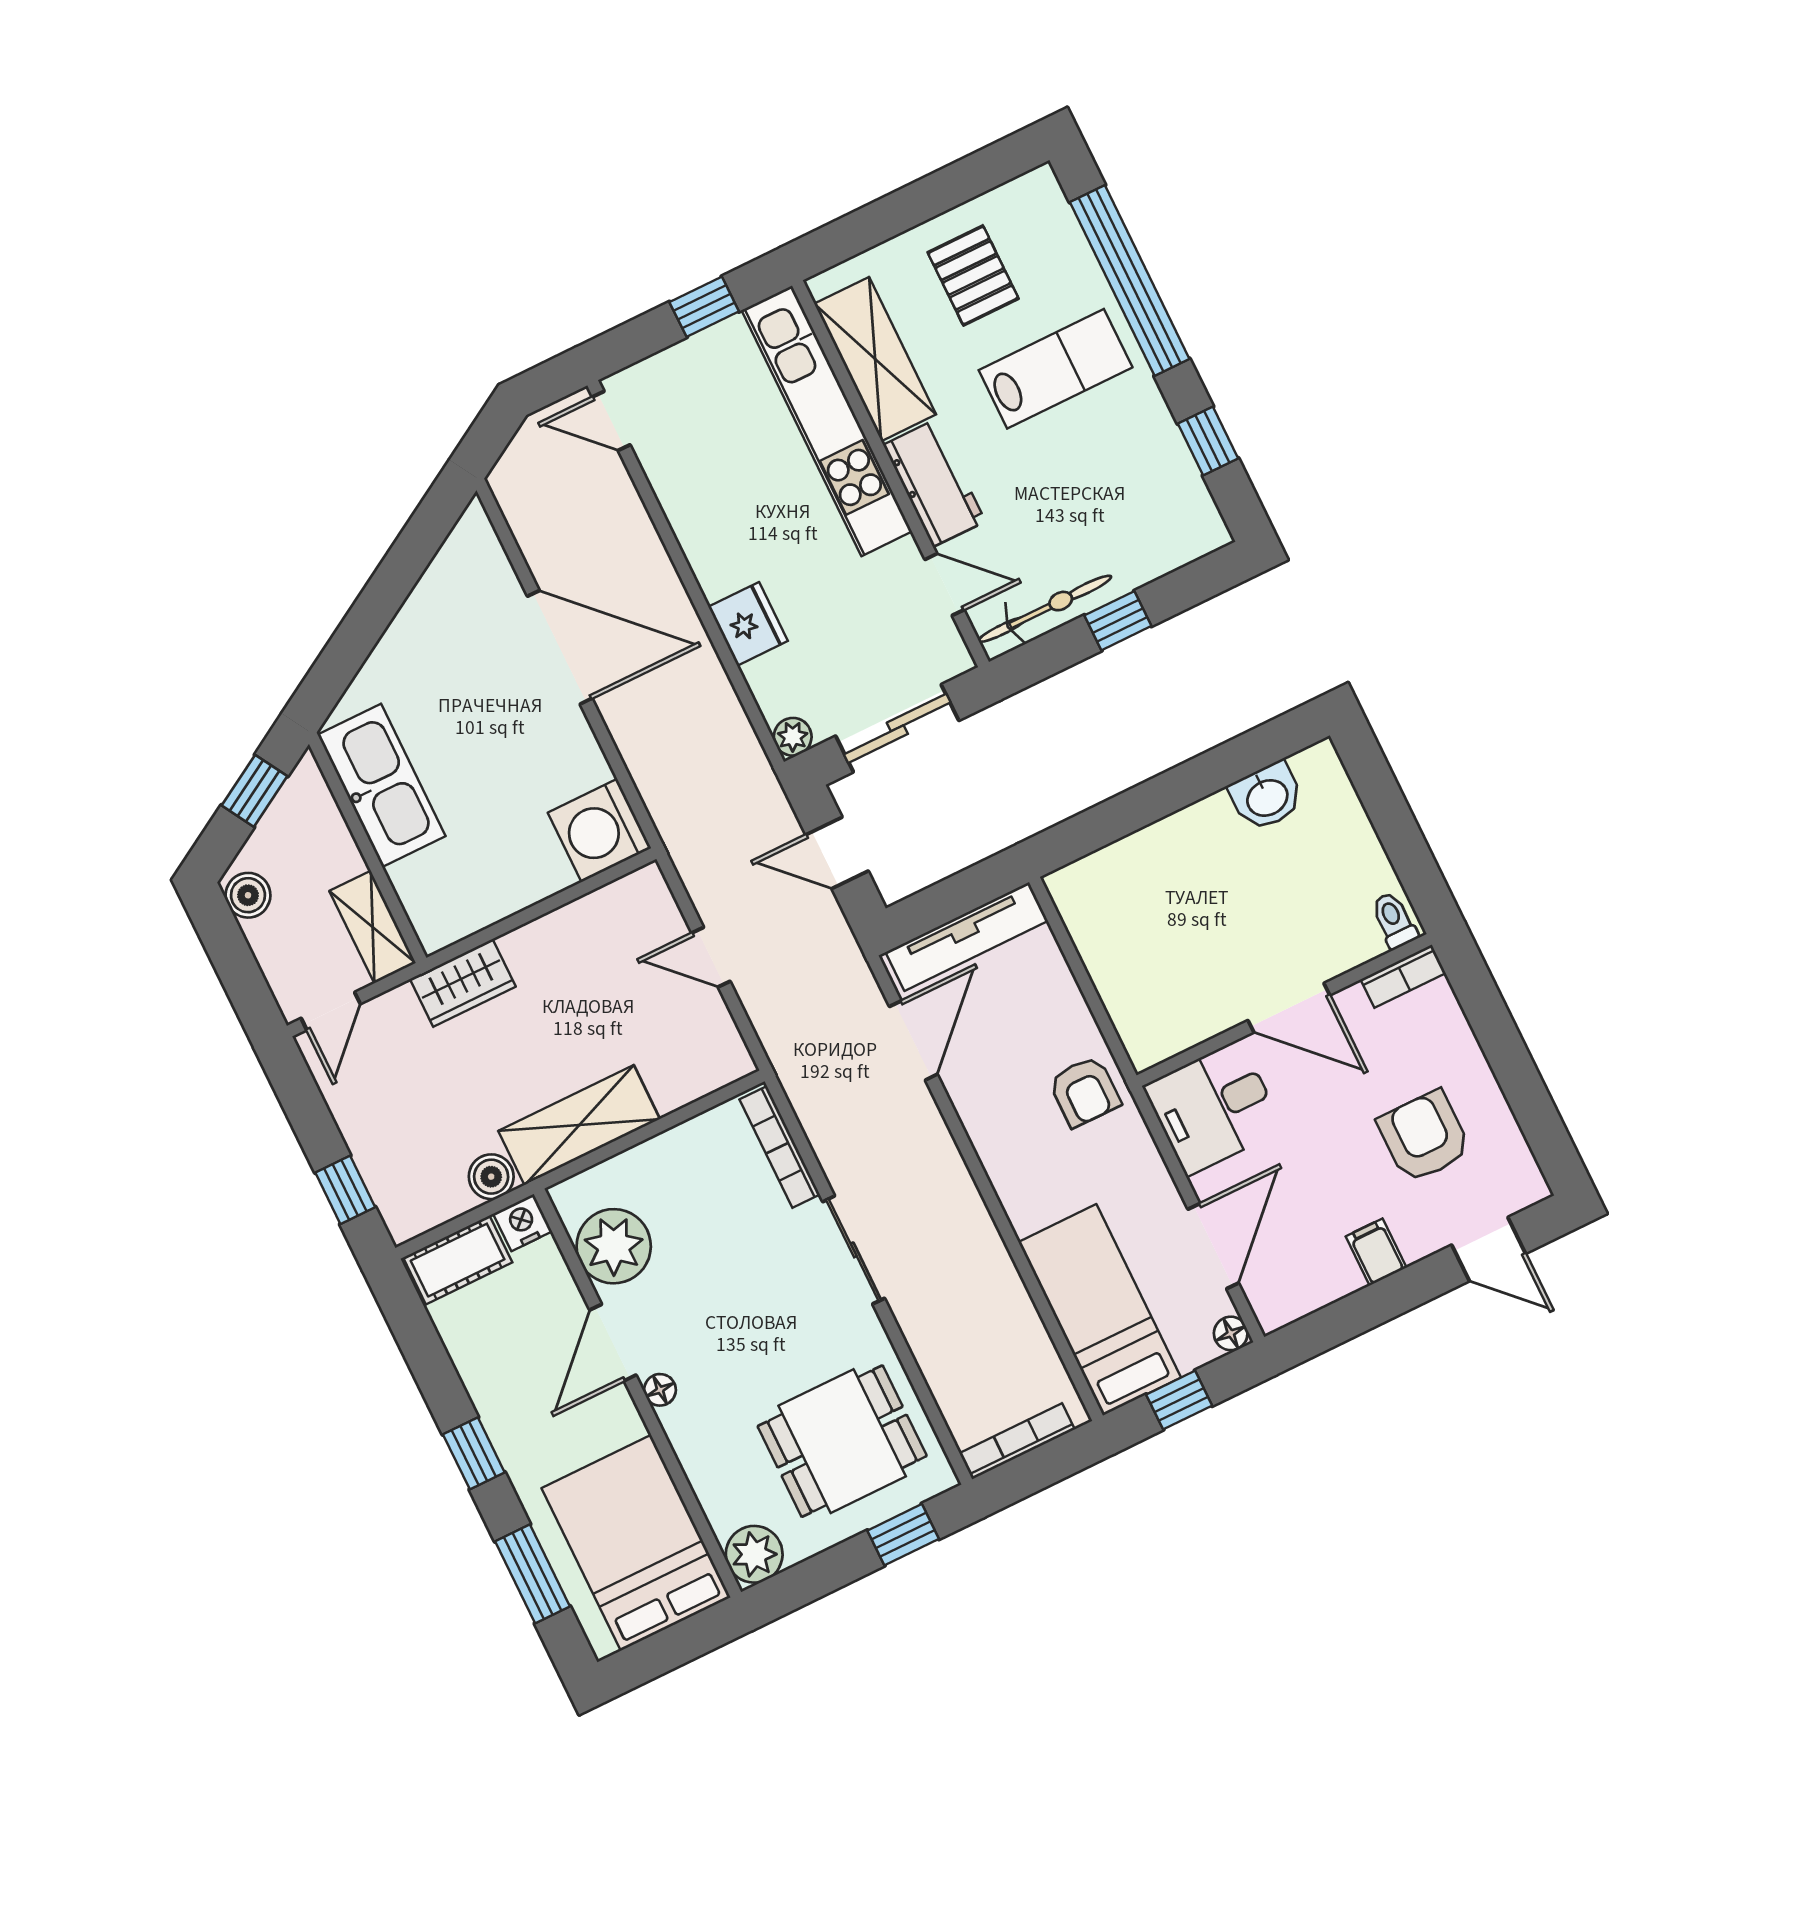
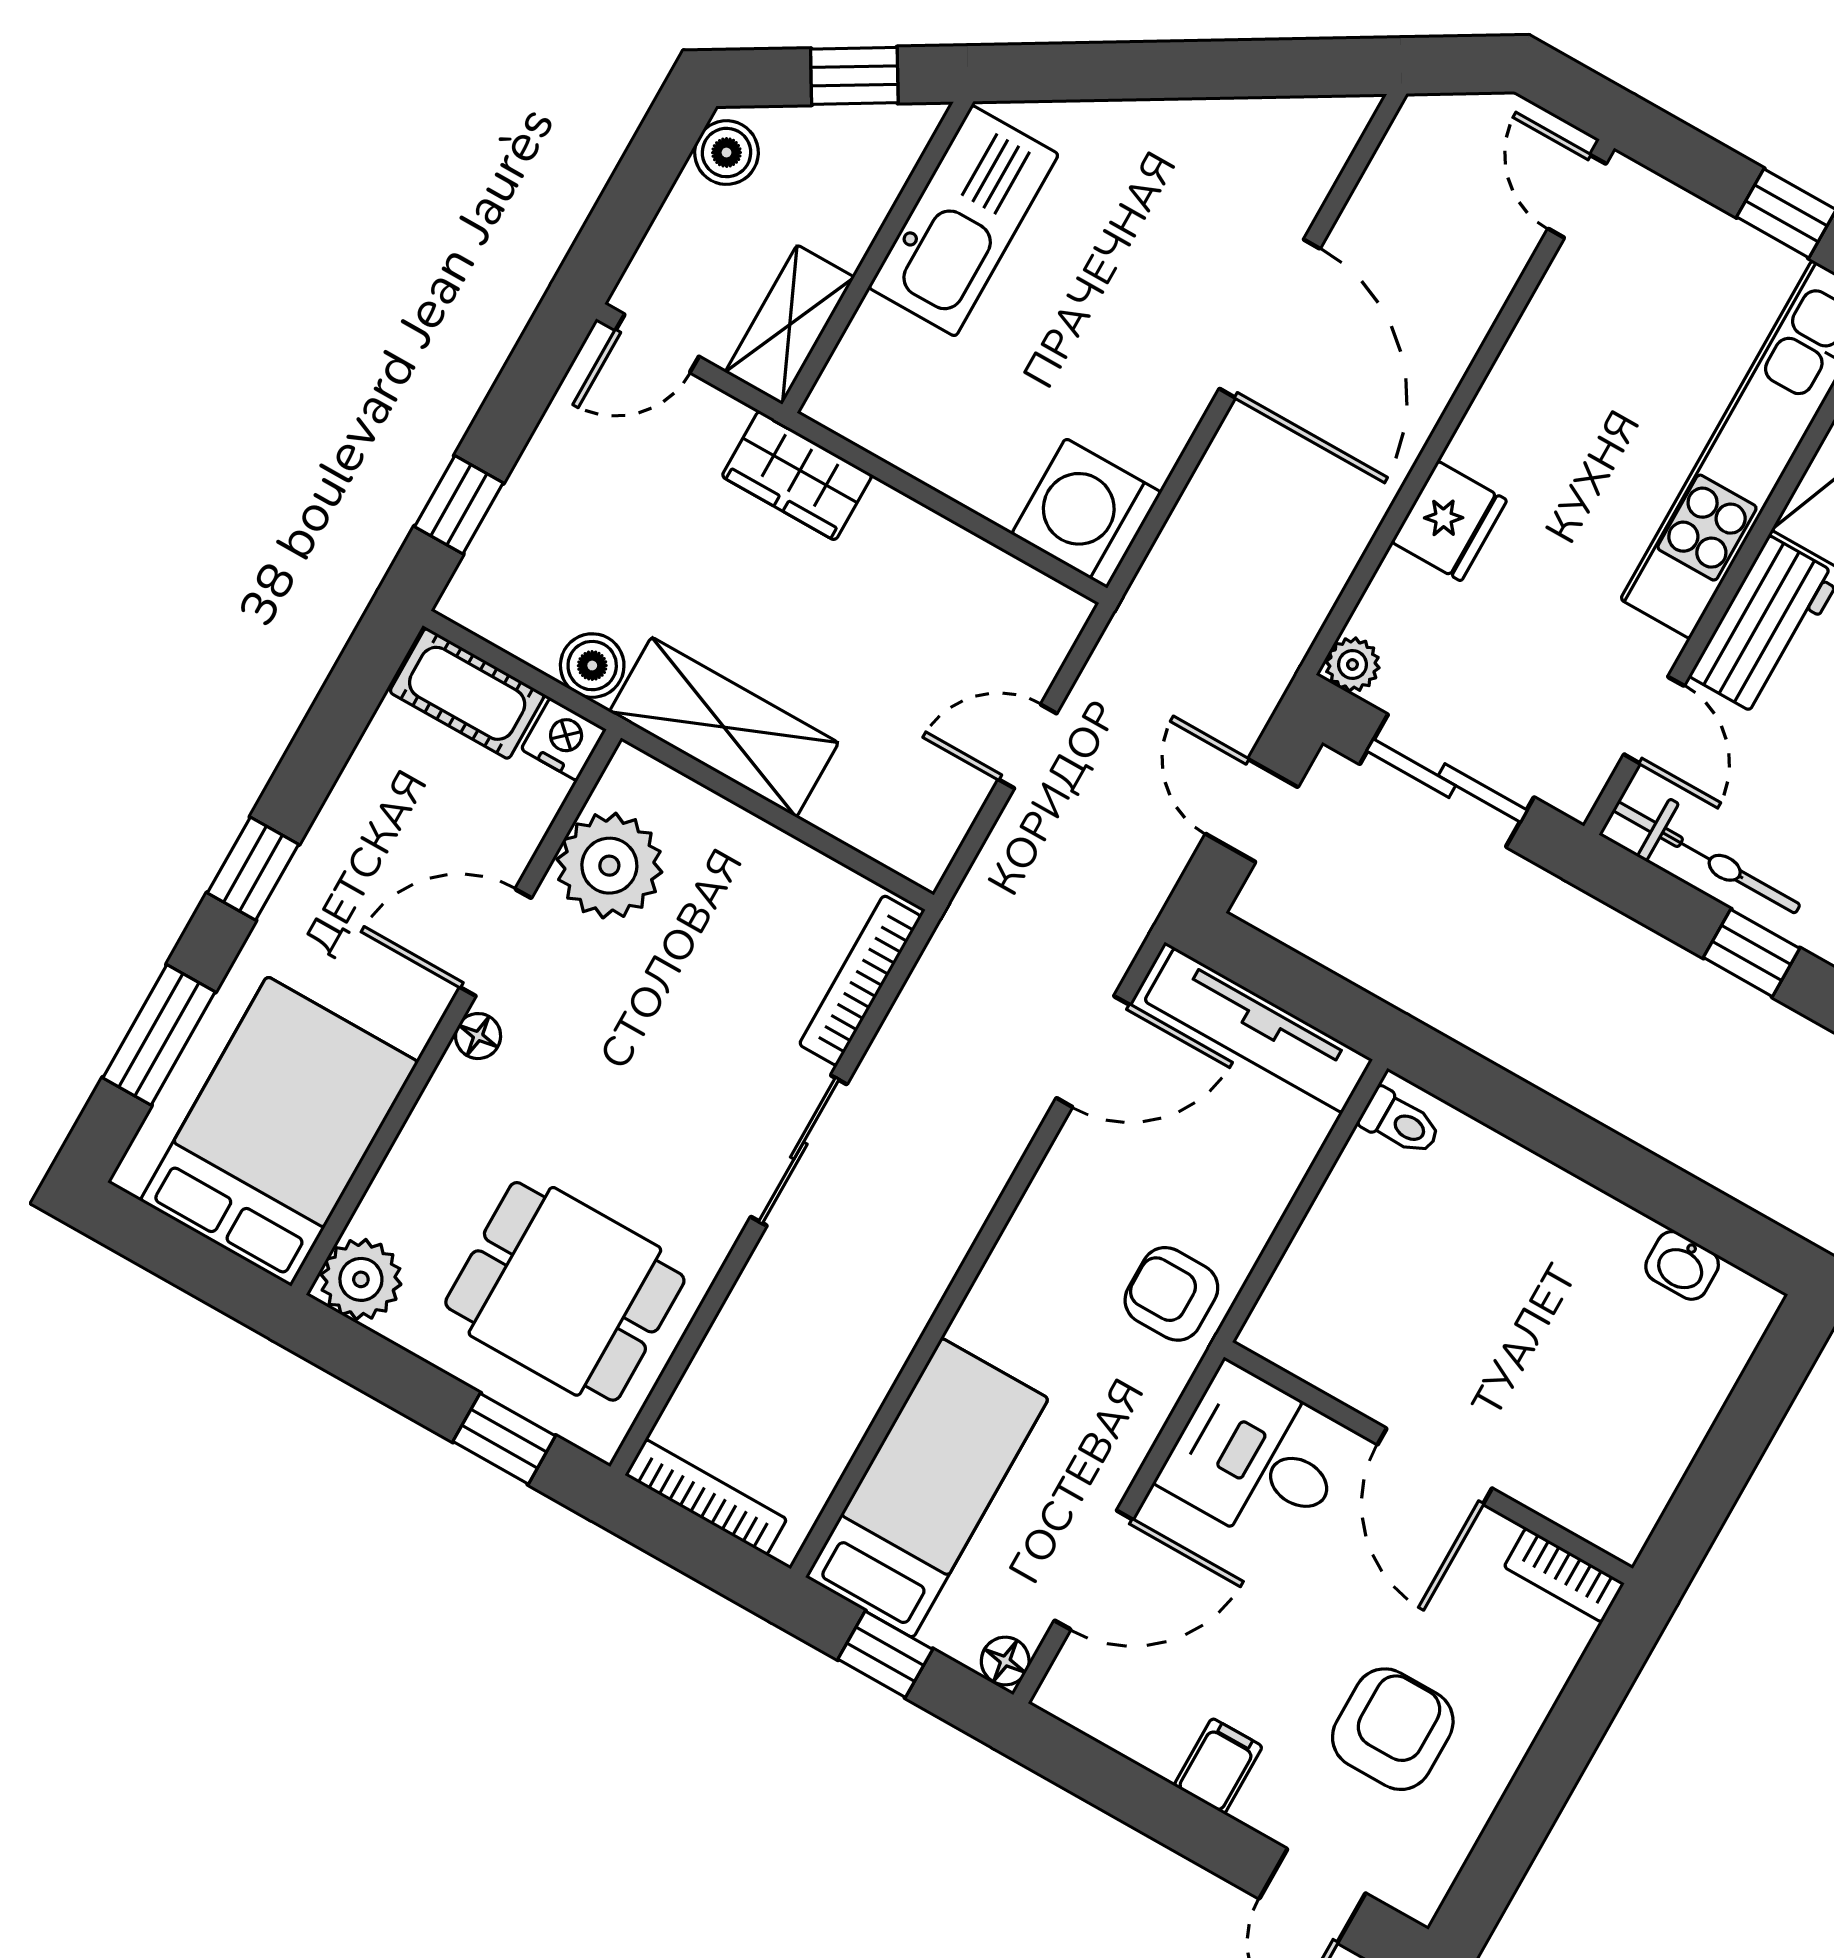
washbasin: (1267, 796) -> (1682, 1265), width x0.72, depth x0.69
toilet: (1394, 920) -> (1400, 1122), moved, turned 90
door: (711, 957) -> (1027, 746), hinge flipped
armchair: (1085, 1091) -> (1171, 1294), turned 90

